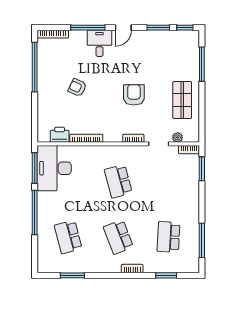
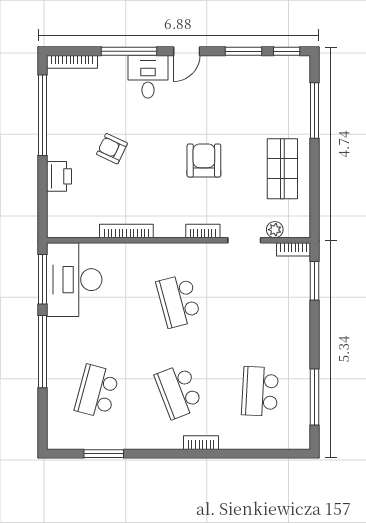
printer: (60, 135) -> (59, 176), moved, turned 90
school desk: (68, 237) -> (97, 391), turned 30
window: (166, 275) -> (256, 454), removed

